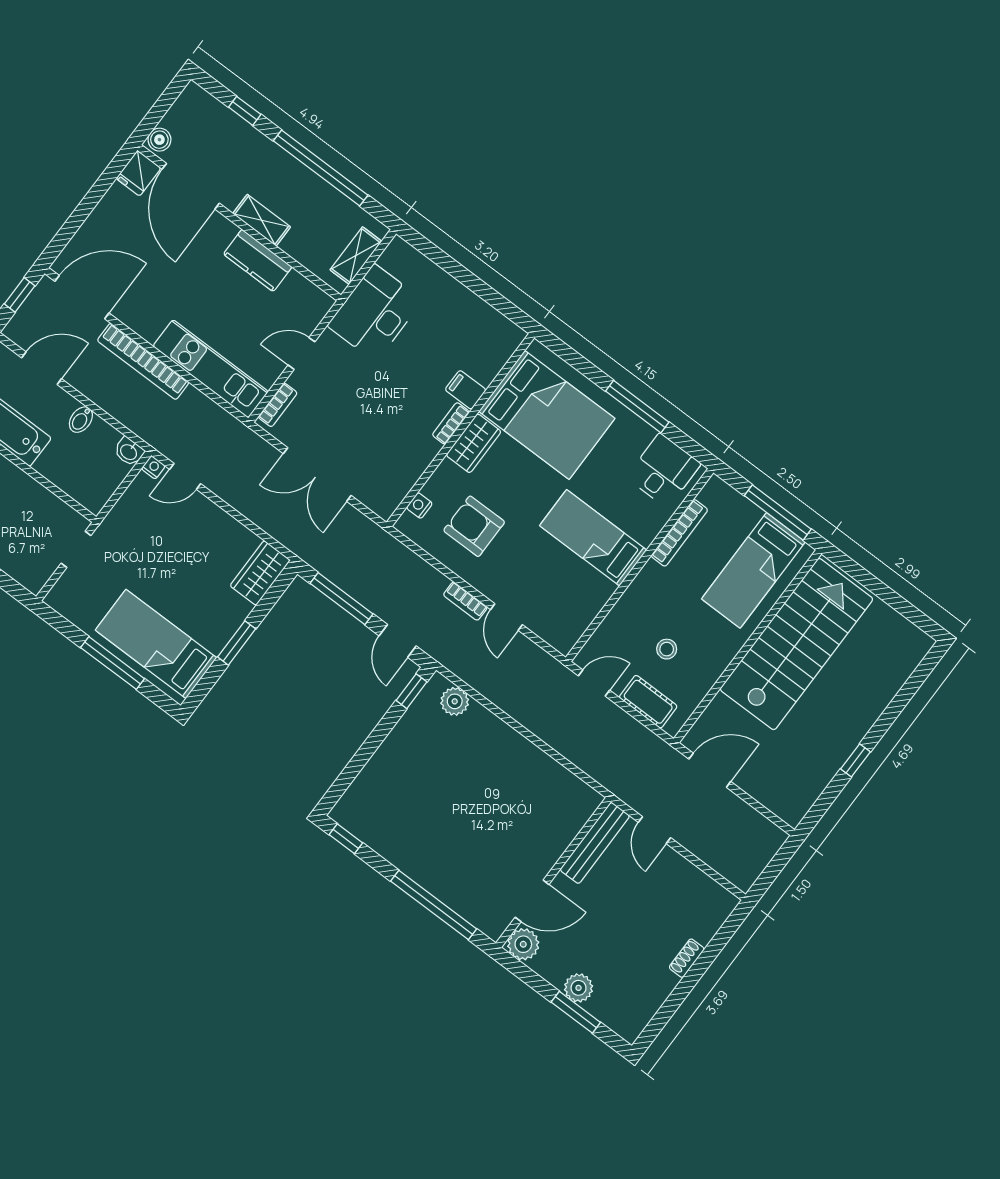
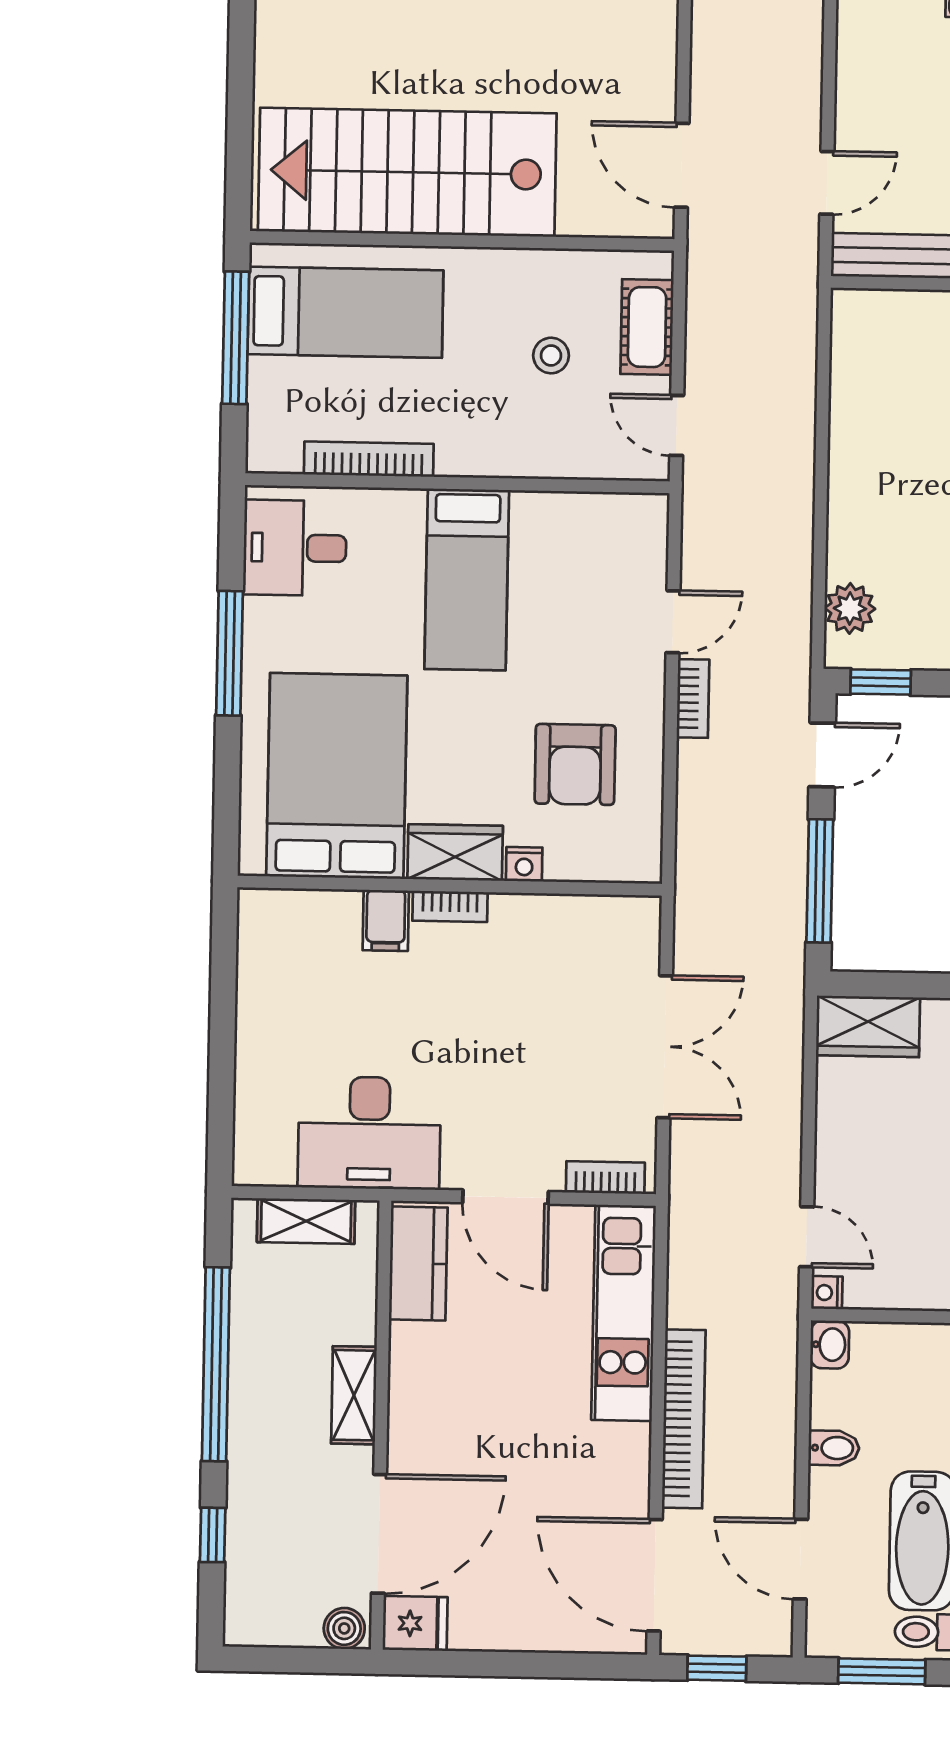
kitchen counter: (258, 260) -> (418, 1263), moved
door: (301, 353) -> (506, 1197), width x1.38
nightstand: (419, 506) -> (524, 864), moved

